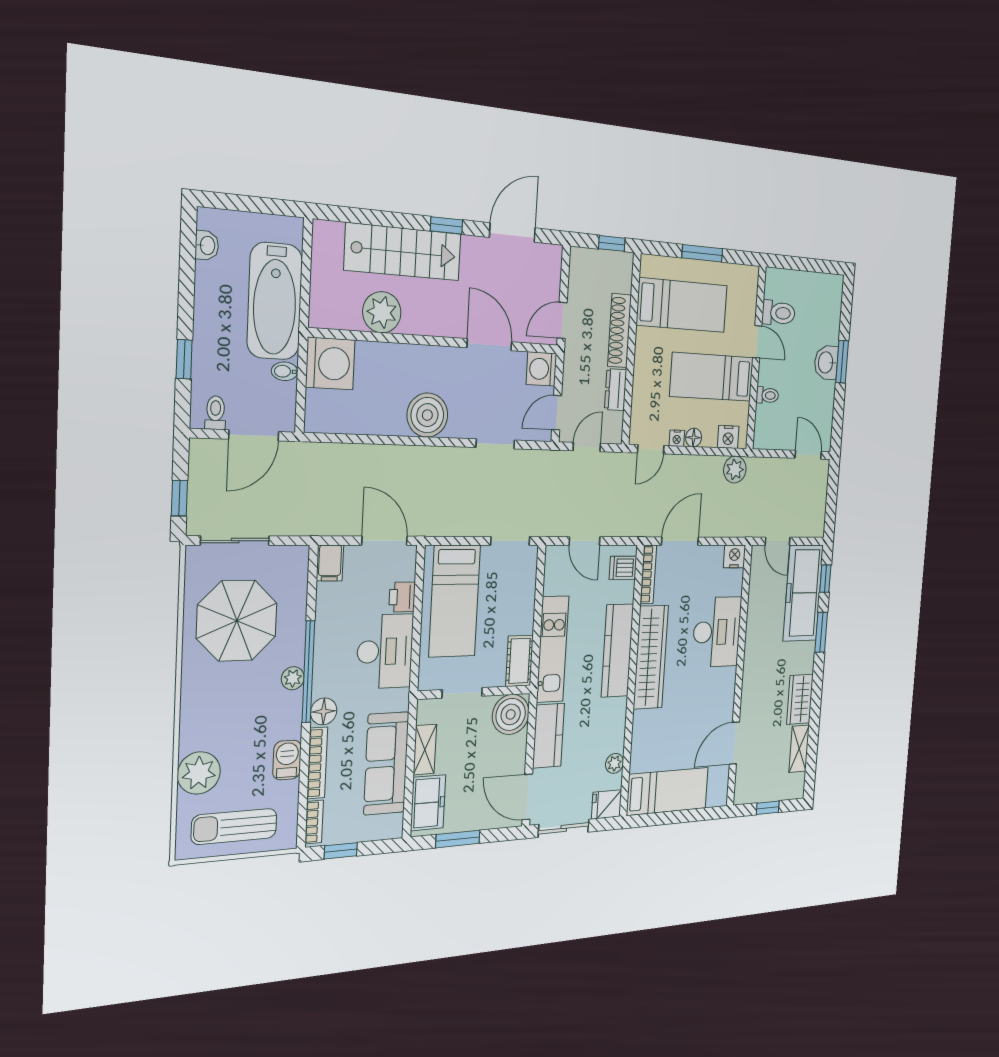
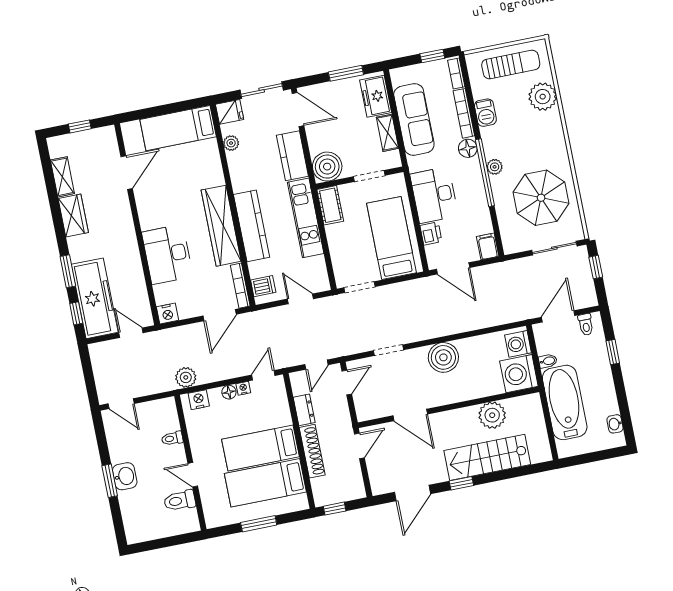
washing machine: (541, 369) -> (518, 344), moved, turned 180
bed: (712, 377) -> (261, 448), moved, turned 180

